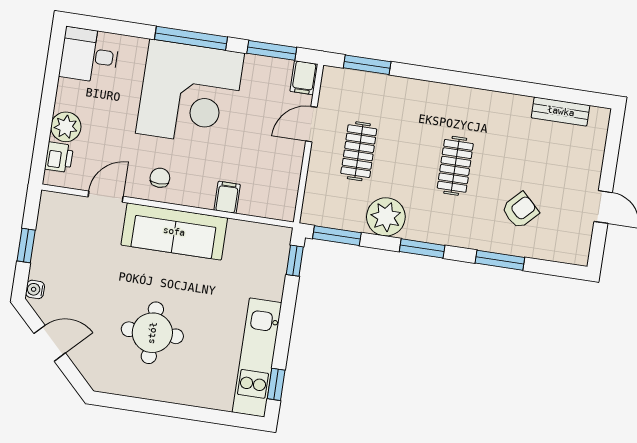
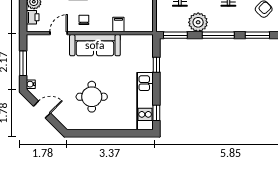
window: (26, 246) -> (23, 63), width x1.50
window: (422, 248) -> (218, 35), width x1.44
window: (295, 261) -> (156, 65), moved

